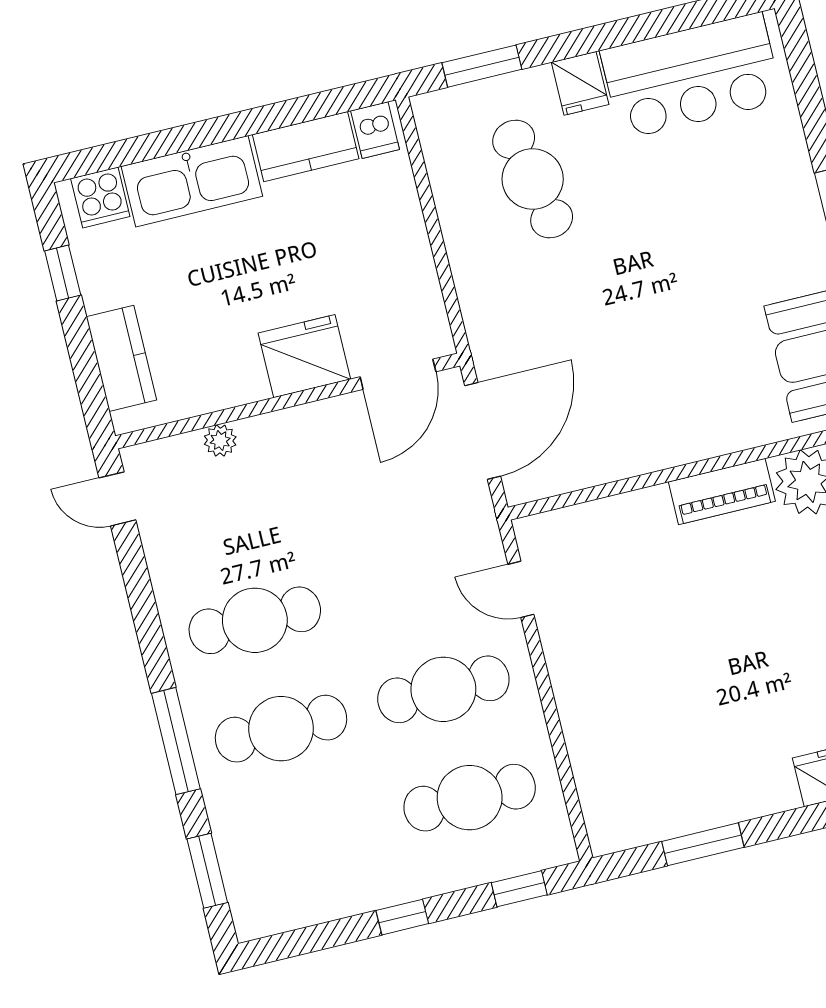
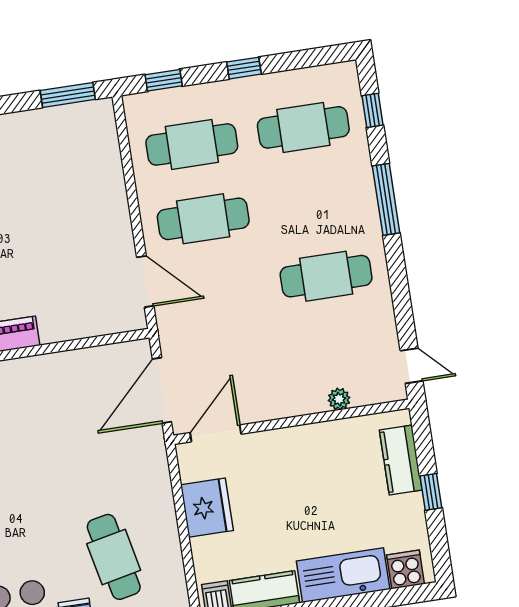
window: (63, 273) -> (431, 492), moved
fridge: (304, 356) -> (207, 508), moved, turned -90
door: (521, 589) -> (145, 282), width x1.38
cafe table: (281, 729) -> (303, 127), moved
window: (703, 844) -> (68, 95), moved
window: (207, 871) -> (372, 110), width x0.67

